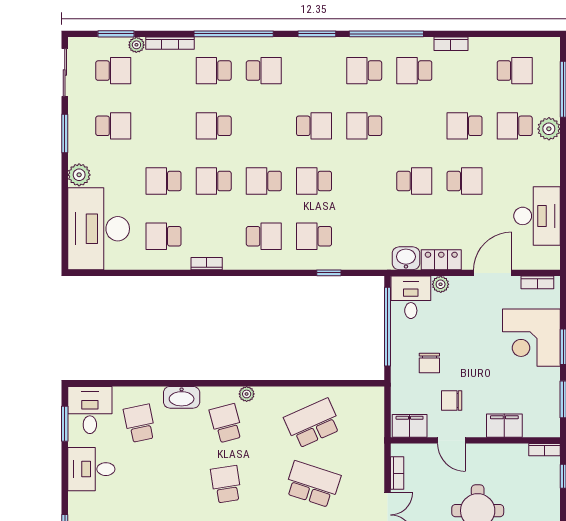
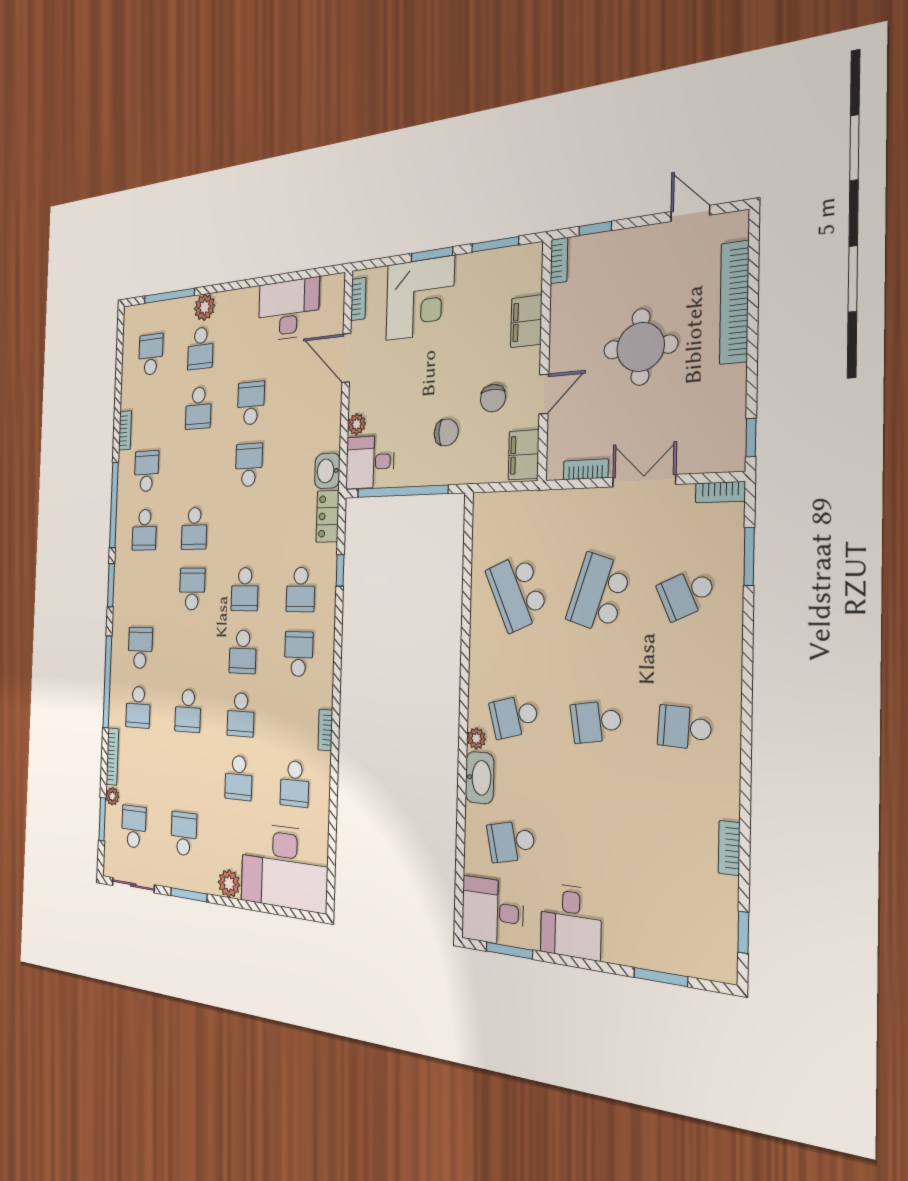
school desk: (414, 71) -> (147, 471), turned 180
locker: (441, 260) -> (328, 516), moved
plant: (247, 394) -> (476, 738), moved

